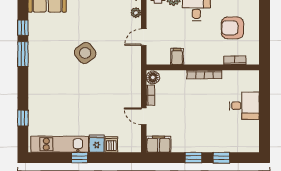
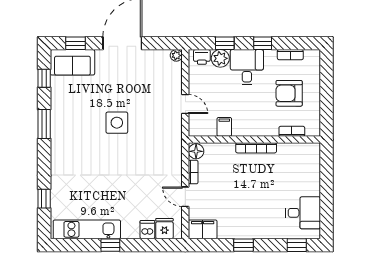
plant: (136, 13) -> (176, 76), removed
window: (23, 28) -> (44, 78), moved
door: (144, 37) -> (185, 104), swing flipped
side table: (85, 53) -> (117, 123), turned 37
desk: (244, 106) -> (303, 213), moved
fridge: (97, 144) -> (164, 229), moved
window: (221, 158) -> (297, 245), moved

